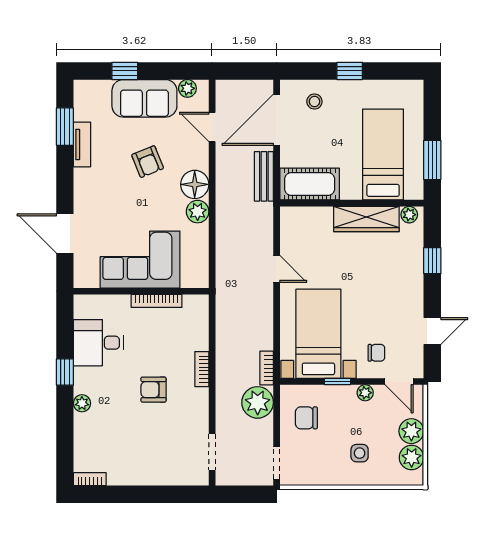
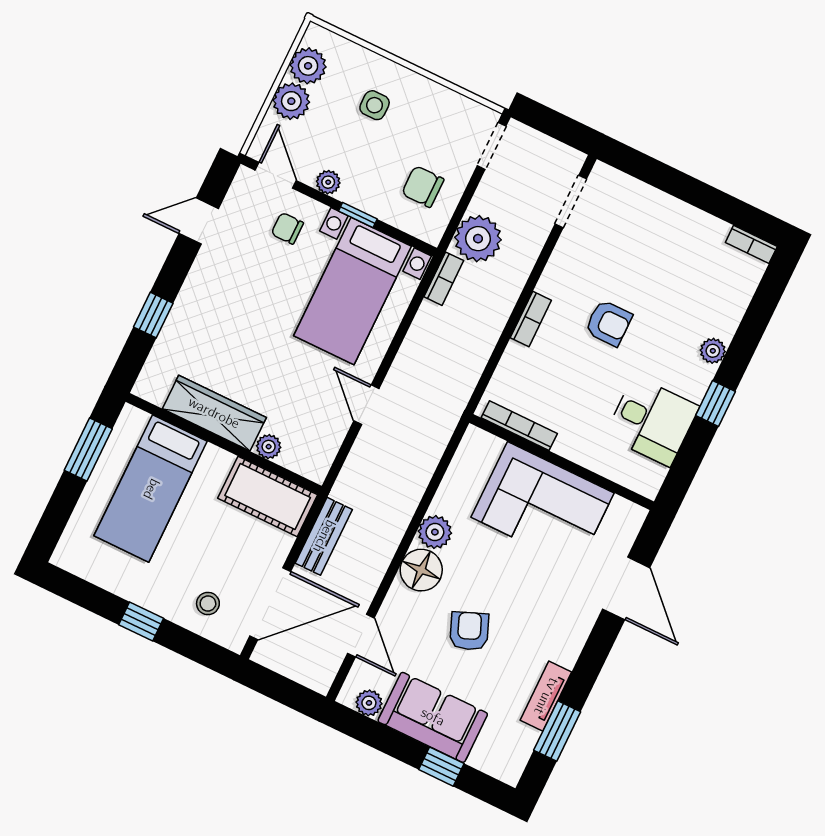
plant: (409, 215) -> (269, 447), moved
bookcase: (157, 301) -> (519, 426), moved
chair: (306, 418) -> (423, 187), turned 180

